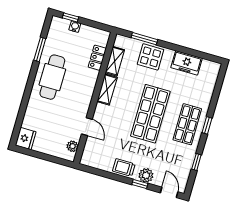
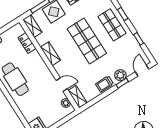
shelving: (115, 61) -> (32, 26), moved
shelving: (89, 152) -> (78, 97), added
door: (169, 192) -> (142, 70), hinge flipped

